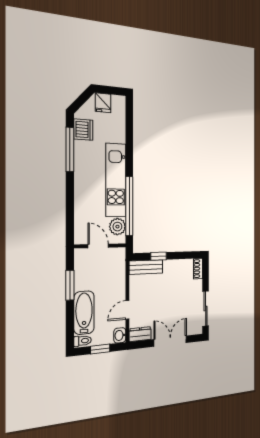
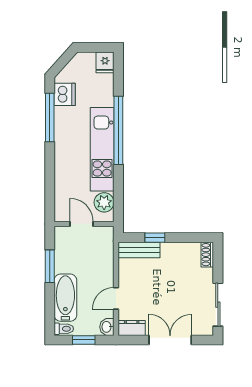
fridge: (103, 103) -> (105, 62), moved
window: (129, 206) -> (118, 130), moved

